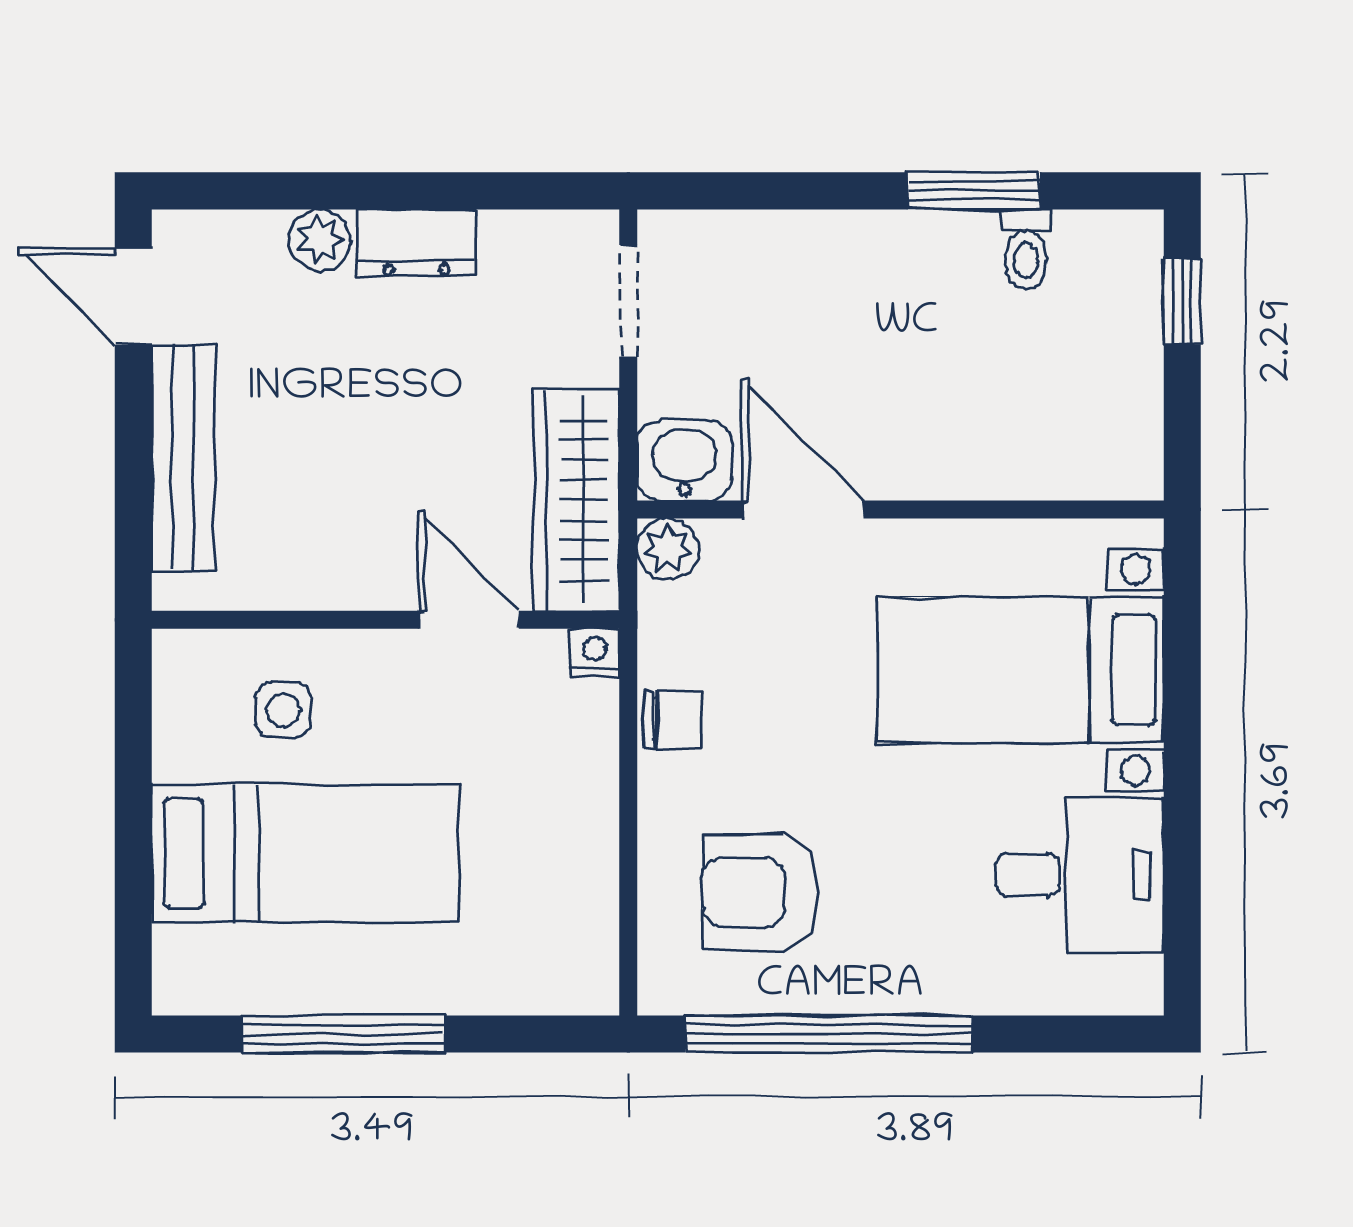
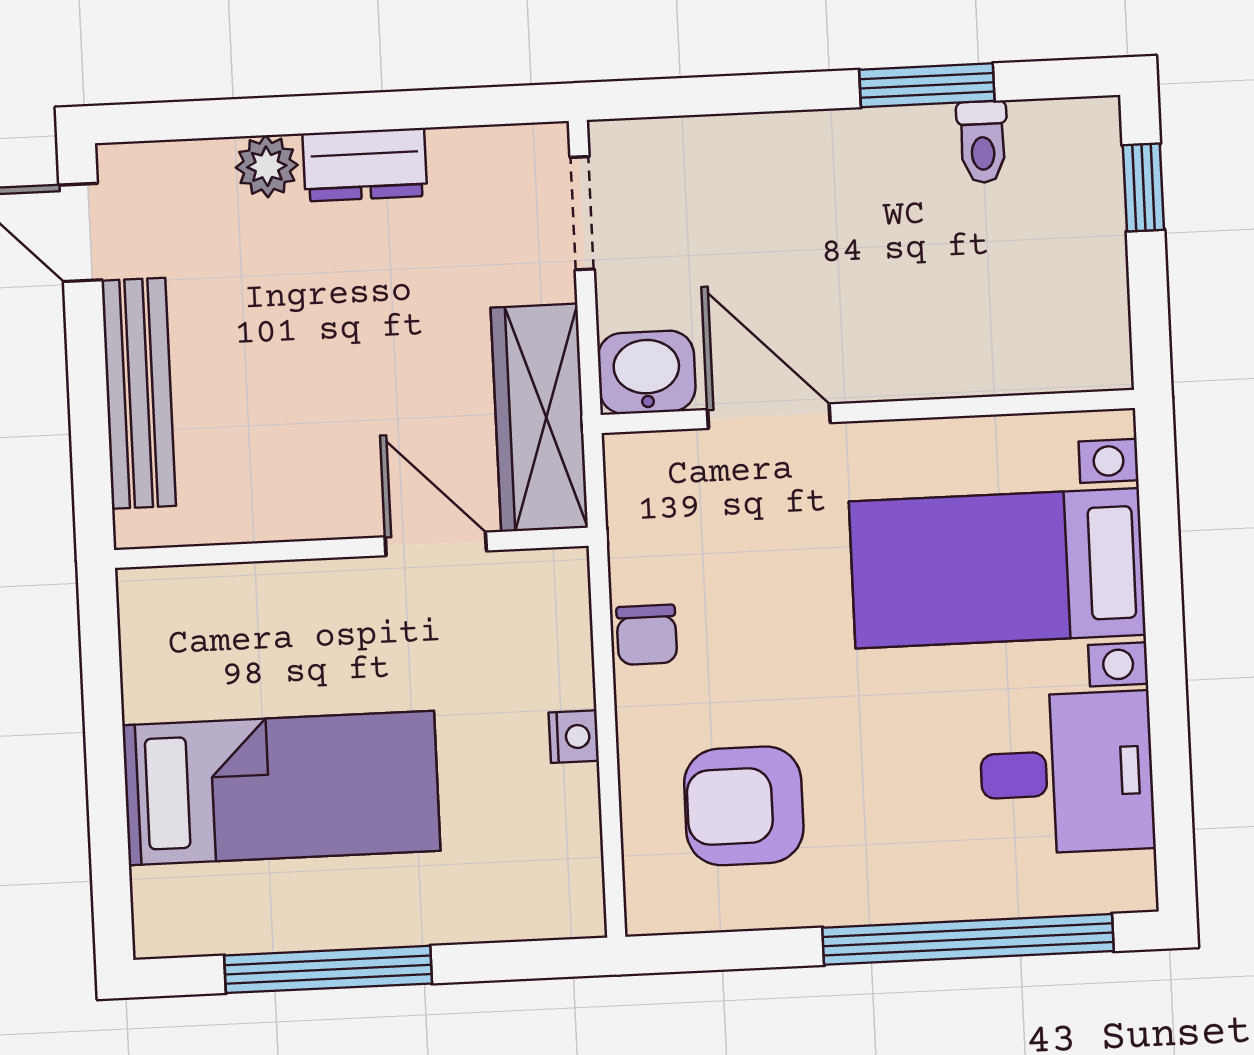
plant: (668, 549) -> (634, 463), removed
nightstand: (594, 652) -> (574, 737), moved, turned 90
side table: (283, 710) -> (252, 644), removed
chair: (672, 719) -> (647, 635), turned 90
window: (829, 1034) -> (968, 939), moved

